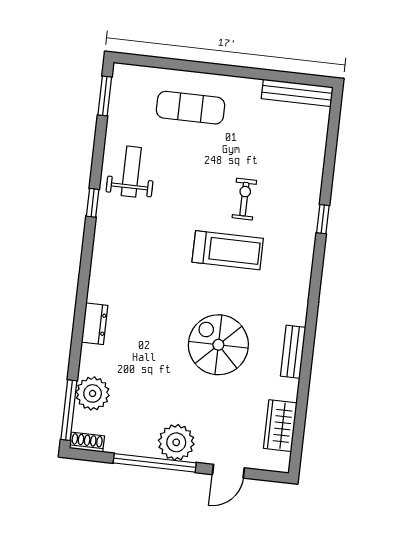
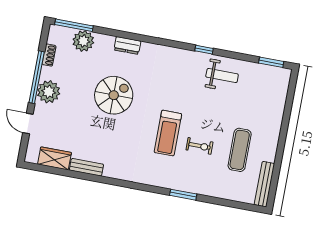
exercise mat: (190, 108) -> (240, 150), moved
window: (323, 219) -> (183, 195), width x1.50
spiral stairs: (218, 345) -> (114, 95), moved
bench: (293, 352) -> (86, 167), moved
shoe rack: (87, 442) -> (49, 55), moved

